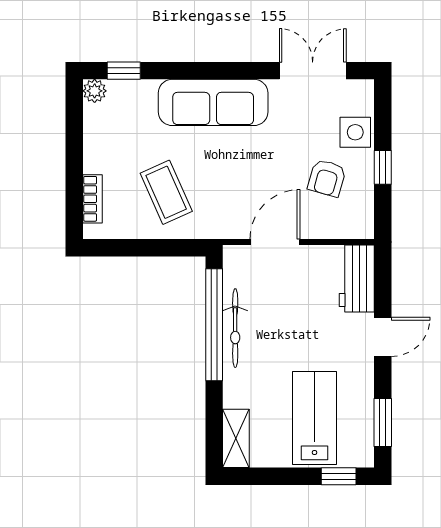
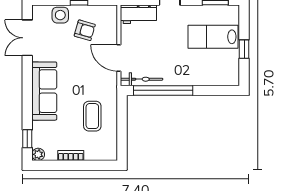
coffee table: (166, 192) -> (92, 116), turned -66
bookcase: (92, 199) -> (71, 155), moved
bicycle: (235, 328) -> (141, 79), moved
shelving: (236, 438) -> (224, 79), removed
window: (339, 476) -> (244, 49), moved

